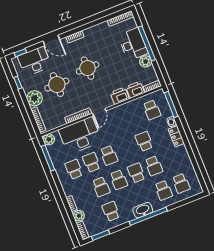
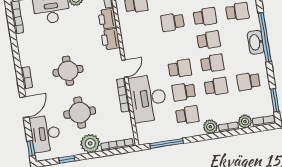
door: (99, 112) -> (125, 69), hinge flipped
plant: (49, 139) -> (210, 127), moved
school desk: (74, 169) -> (187, 115), turned 180
school desk: (136, 173) -> (209, 40), turned 180

